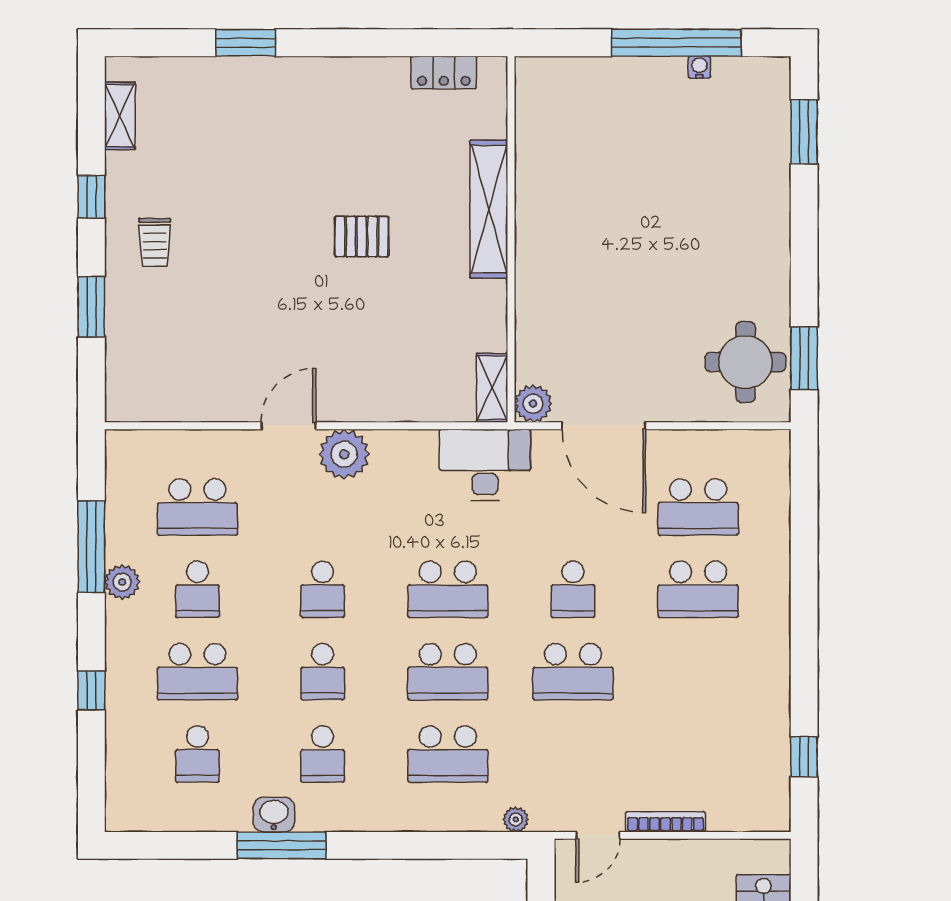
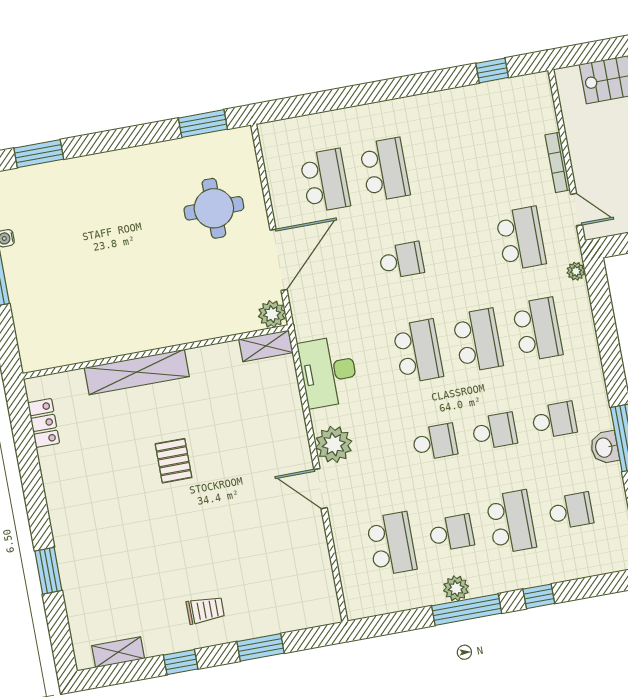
round table: (745, 362) -> (214, 208), moved
desk: (485, 465) -> (328, 372), moved
window: (91, 547) -> (467, 610), moved
school desk: (573, 672) -> (521, 239), moved

